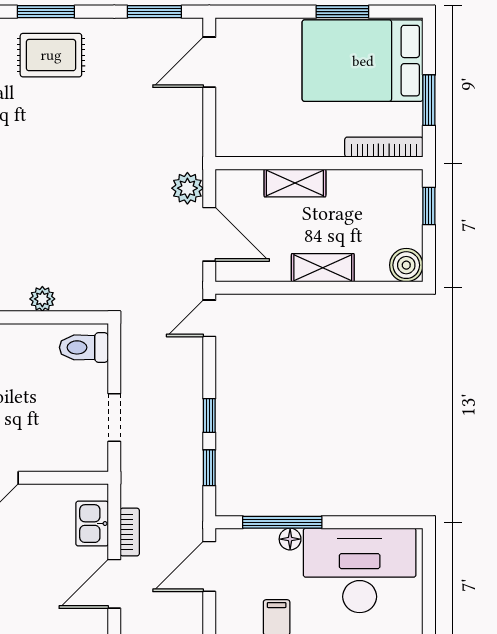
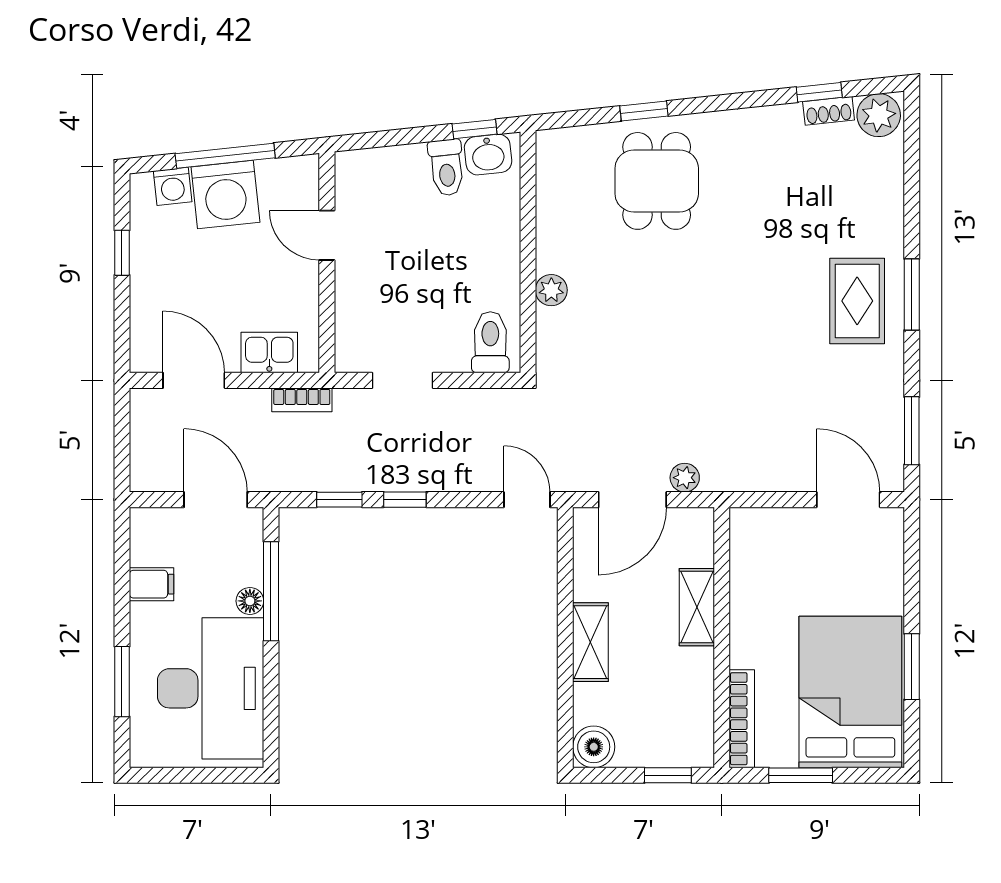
plant: (187, 188) -> (685, 478), width x0.73, depth x0.73
bookcase: (130, 532) -> (302, 400), moved

